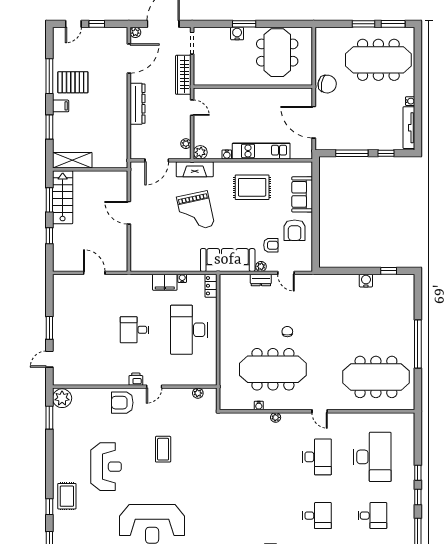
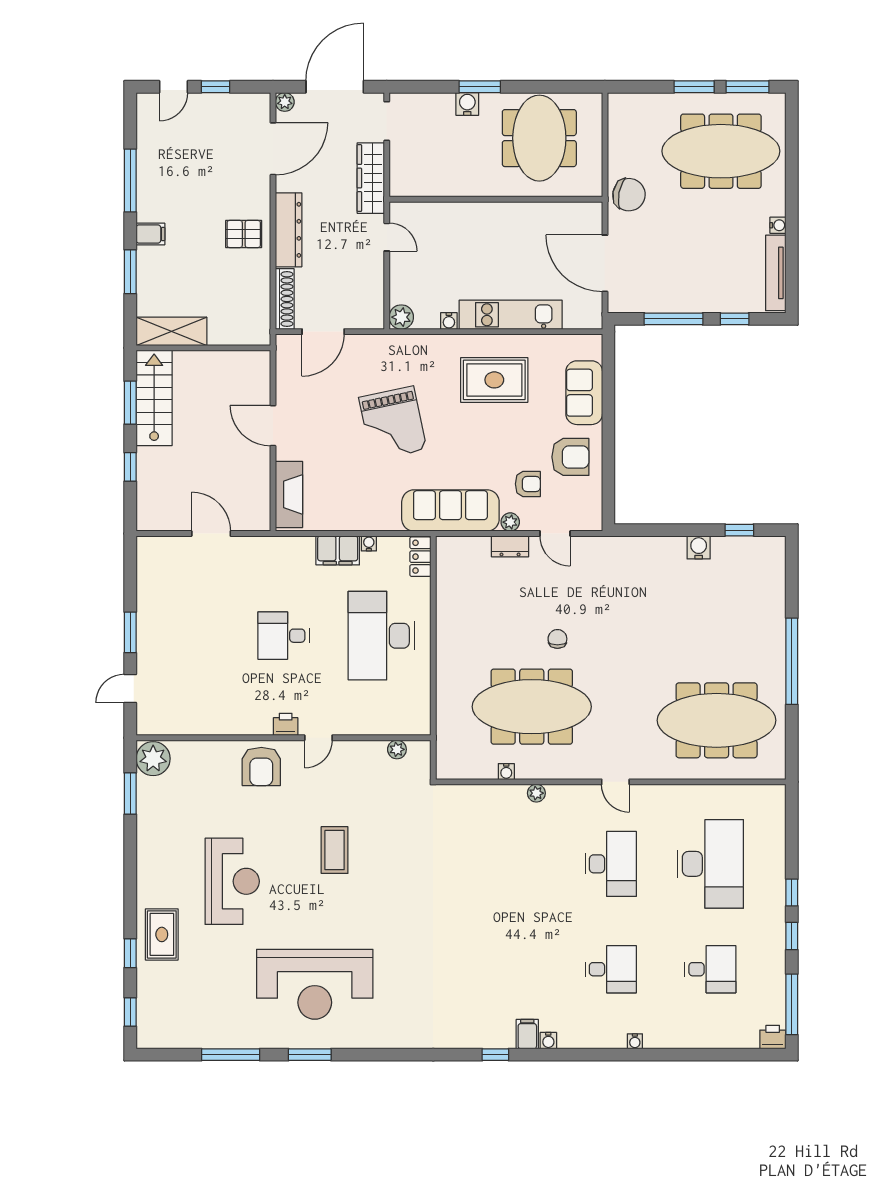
pallet: (73, 82) -> (244, 234), moved, width x0.67, depth x0.71
shoe rack: (135, 142) -> (285, 299), added
plant: (186, 144) -> (375, 302), removed
fireplace: (195, 169) -> (289, 494), moved, turned -90
armchair: (295, 230) -> (570, 457), turned -90
armchair: (122, 403) -> (261, 766), turned -90

